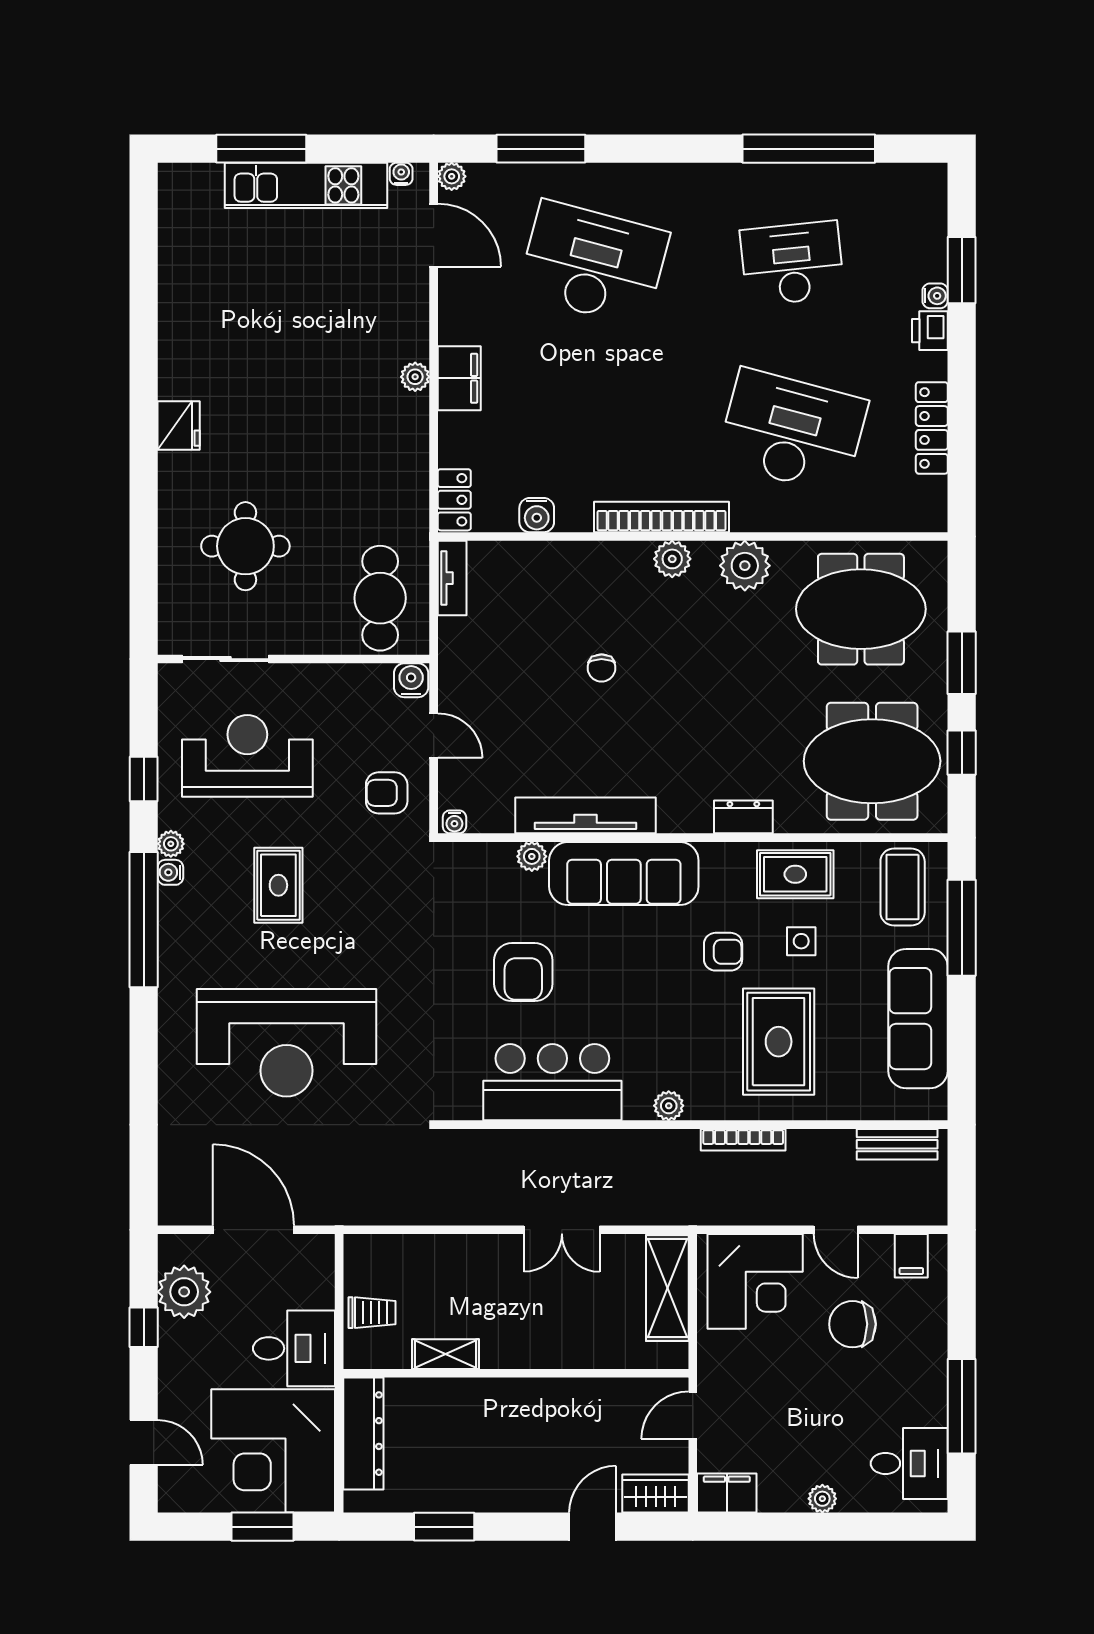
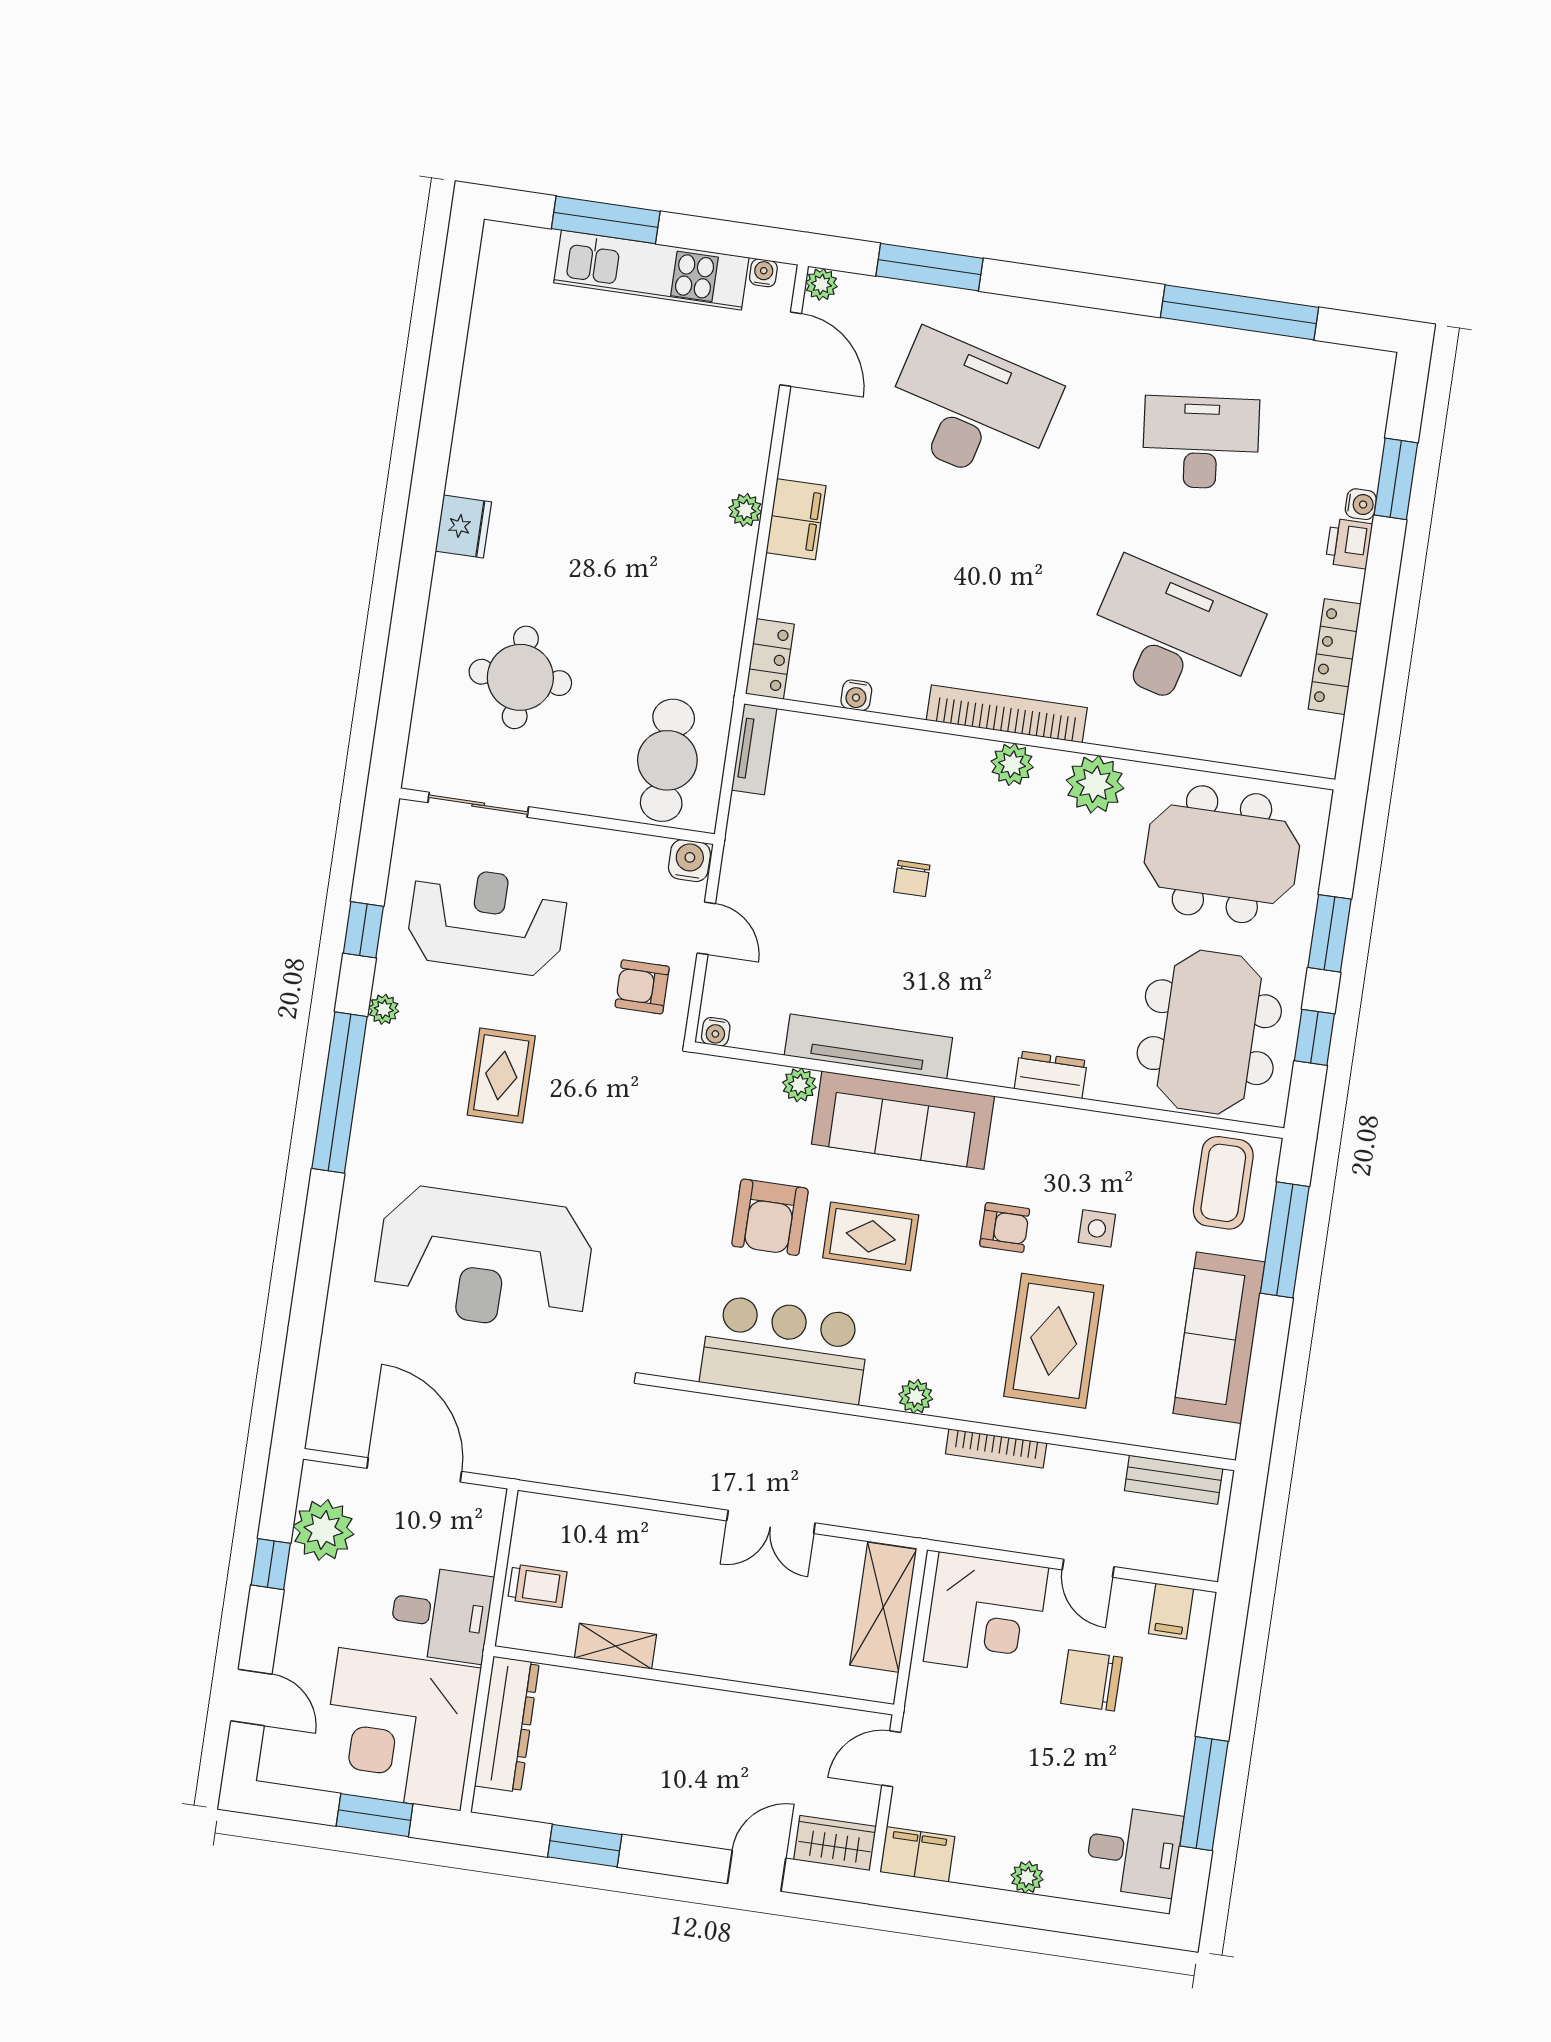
water cooler: (537, 515) -> (856, 695), width x0.72, depth x0.72
meeting table: (872, 761) -> (1209, 1032), turned 90
water cooler: (170, 872) -> (378, 1042), removed
rug: (795, 874) -> (871, 1236), moved

